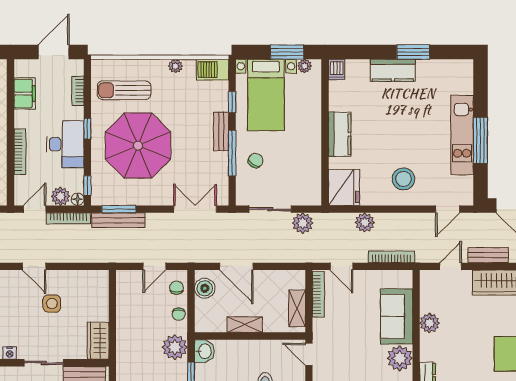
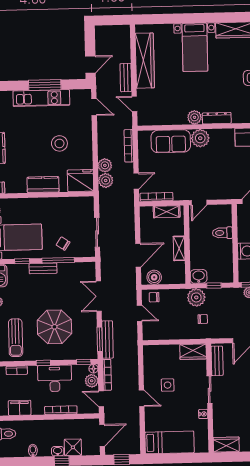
parasol: (138, 146) -> (54, 327), width x0.73, depth x0.73
stool: (403, 179) -> (59, 143), moved
double door: (195, 209) -> (99, 296), moved
plant: (303, 223) -> (106, 180), moved
door: (34, 266) -> (142, 398), hinge flipped
chair: (179, 314) -> (203, 319), moved
plant: (430, 323) -> (195, 117), moved

